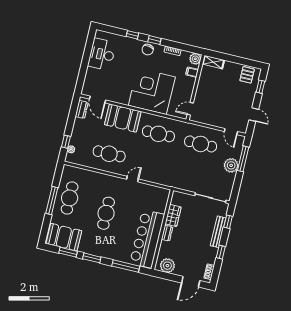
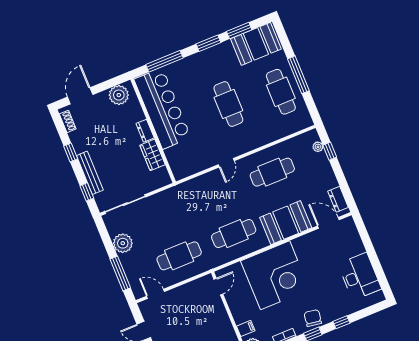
plant: (231, 165) -> (123, 243), moved

